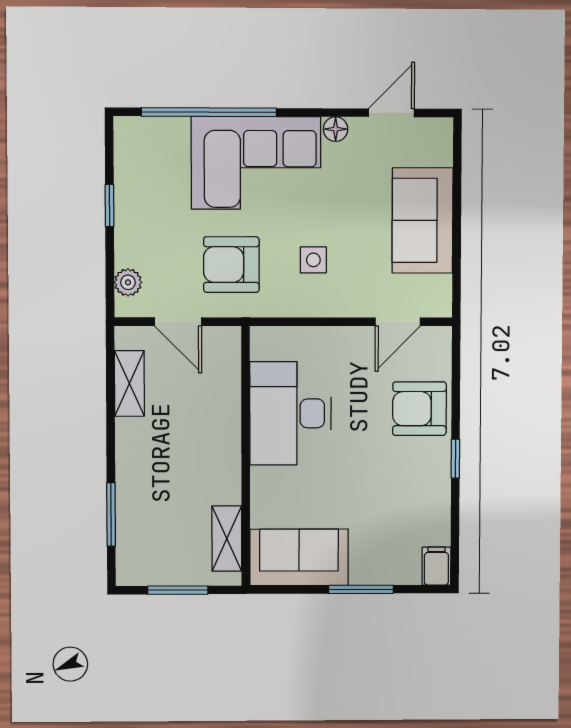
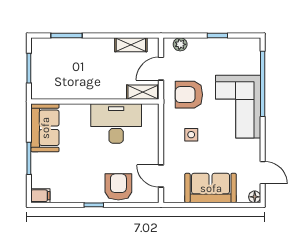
floor lamp: (336, 129) -> (255, 197), moved
armchair: (231, 265) -> (189, 95), turned -90
shelving: (227, 539) -> (143, 92), moved

